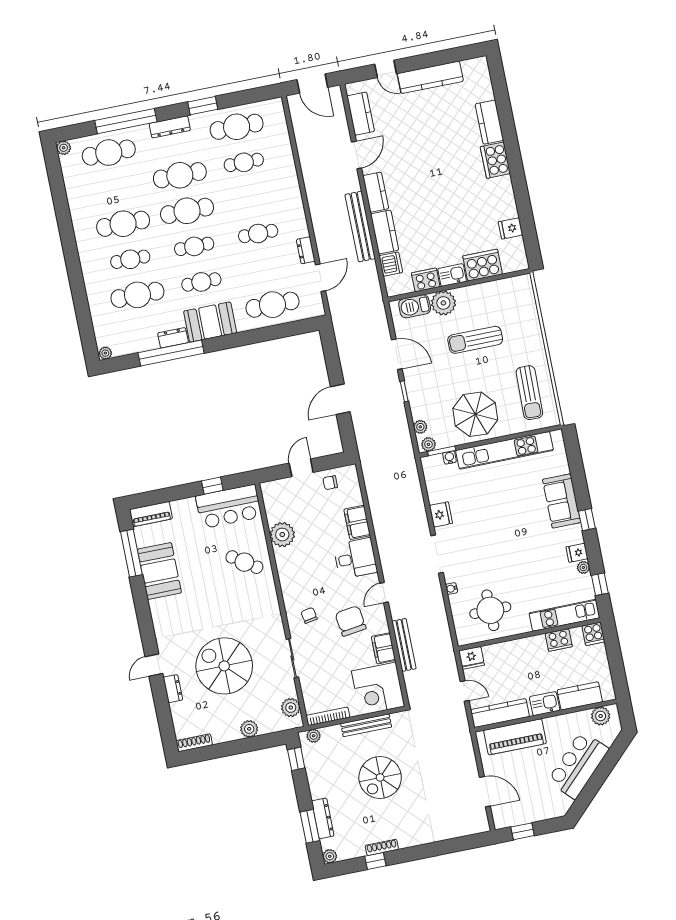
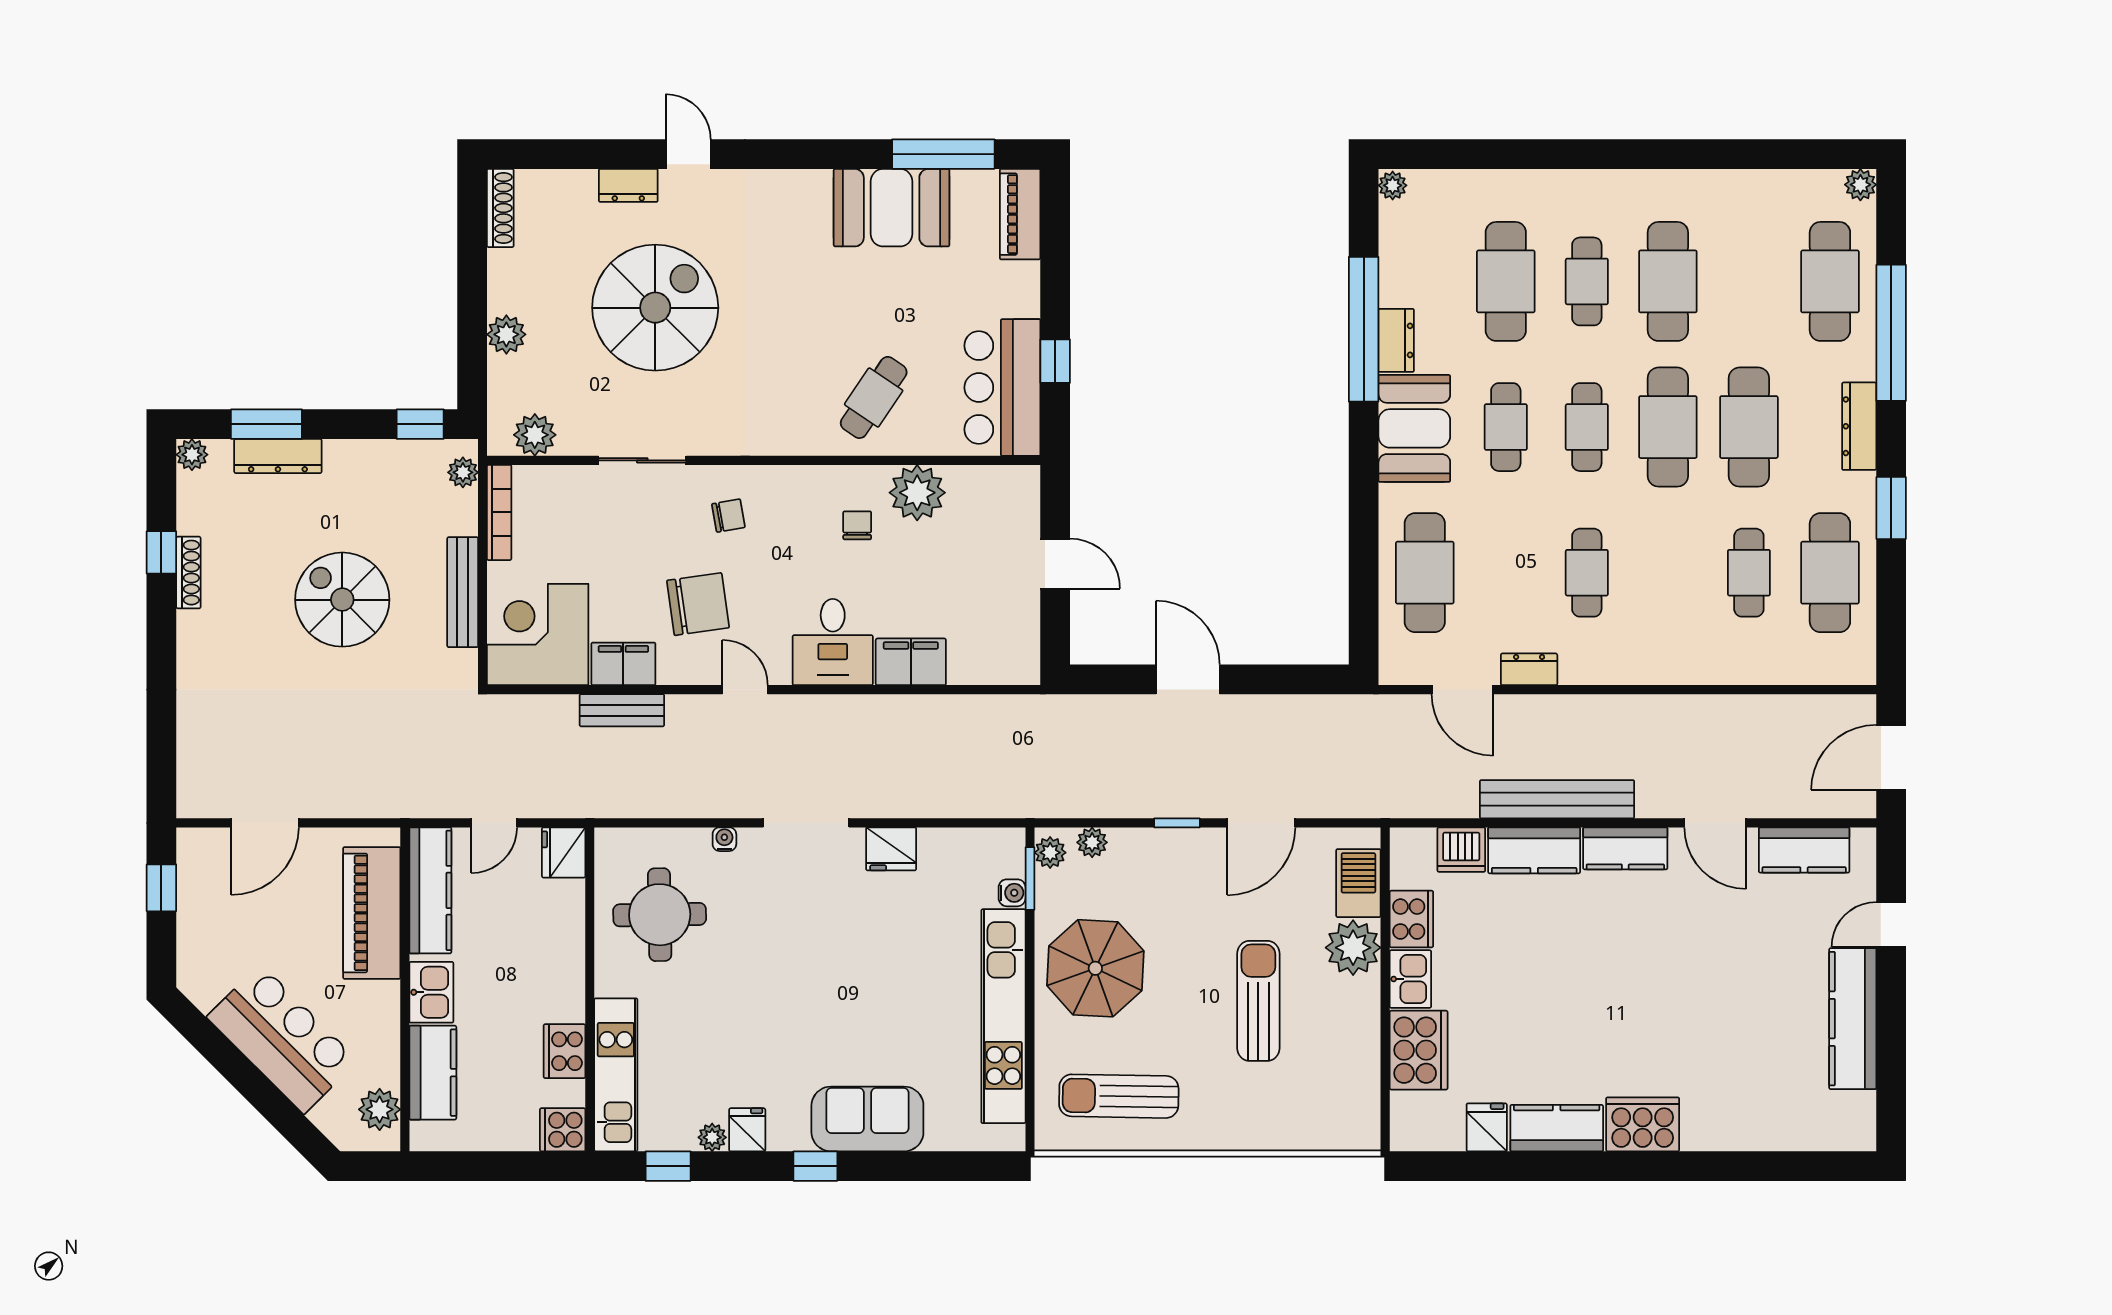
kitchen counter: (489, 122) -> (1557, 1128), moved
chair: (330, 483) -> (857, 525), moved
bench: (404, 645) -> (622, 710), width x0.73

